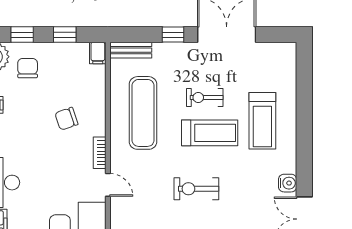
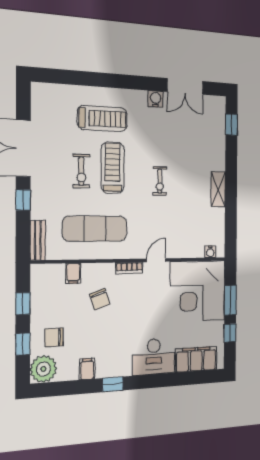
filing cabinet: (98, 53) -> (73, 273), moved, turned 90
exercise bike: (196, 189) -> (160, 181), width x0.73, depth x0.72

